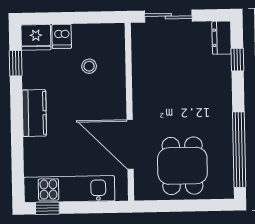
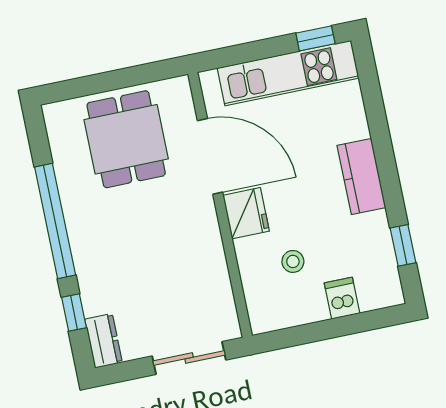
fridge: (36, 37) -> (246, 213), moved, turned 90
window: (239, 150) -> (55, 221), moved

